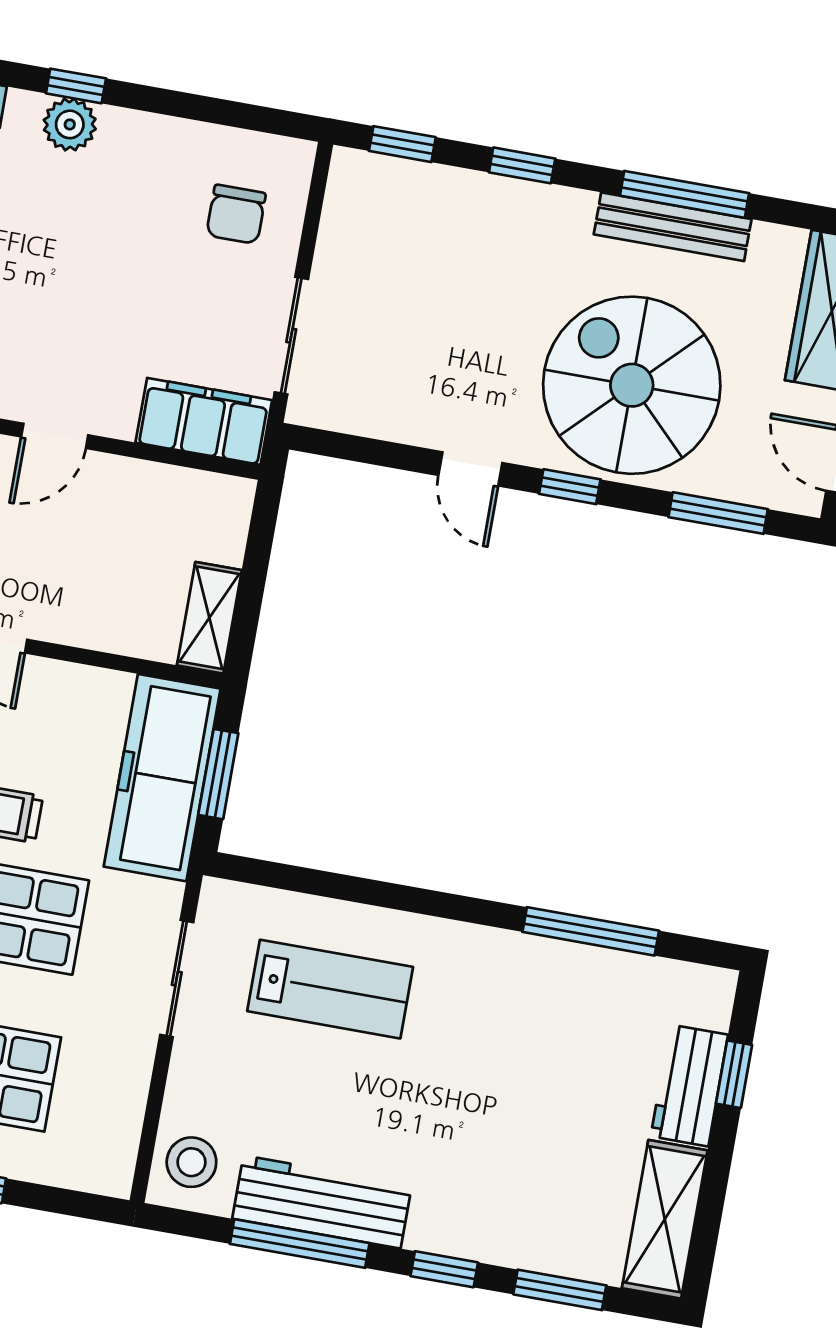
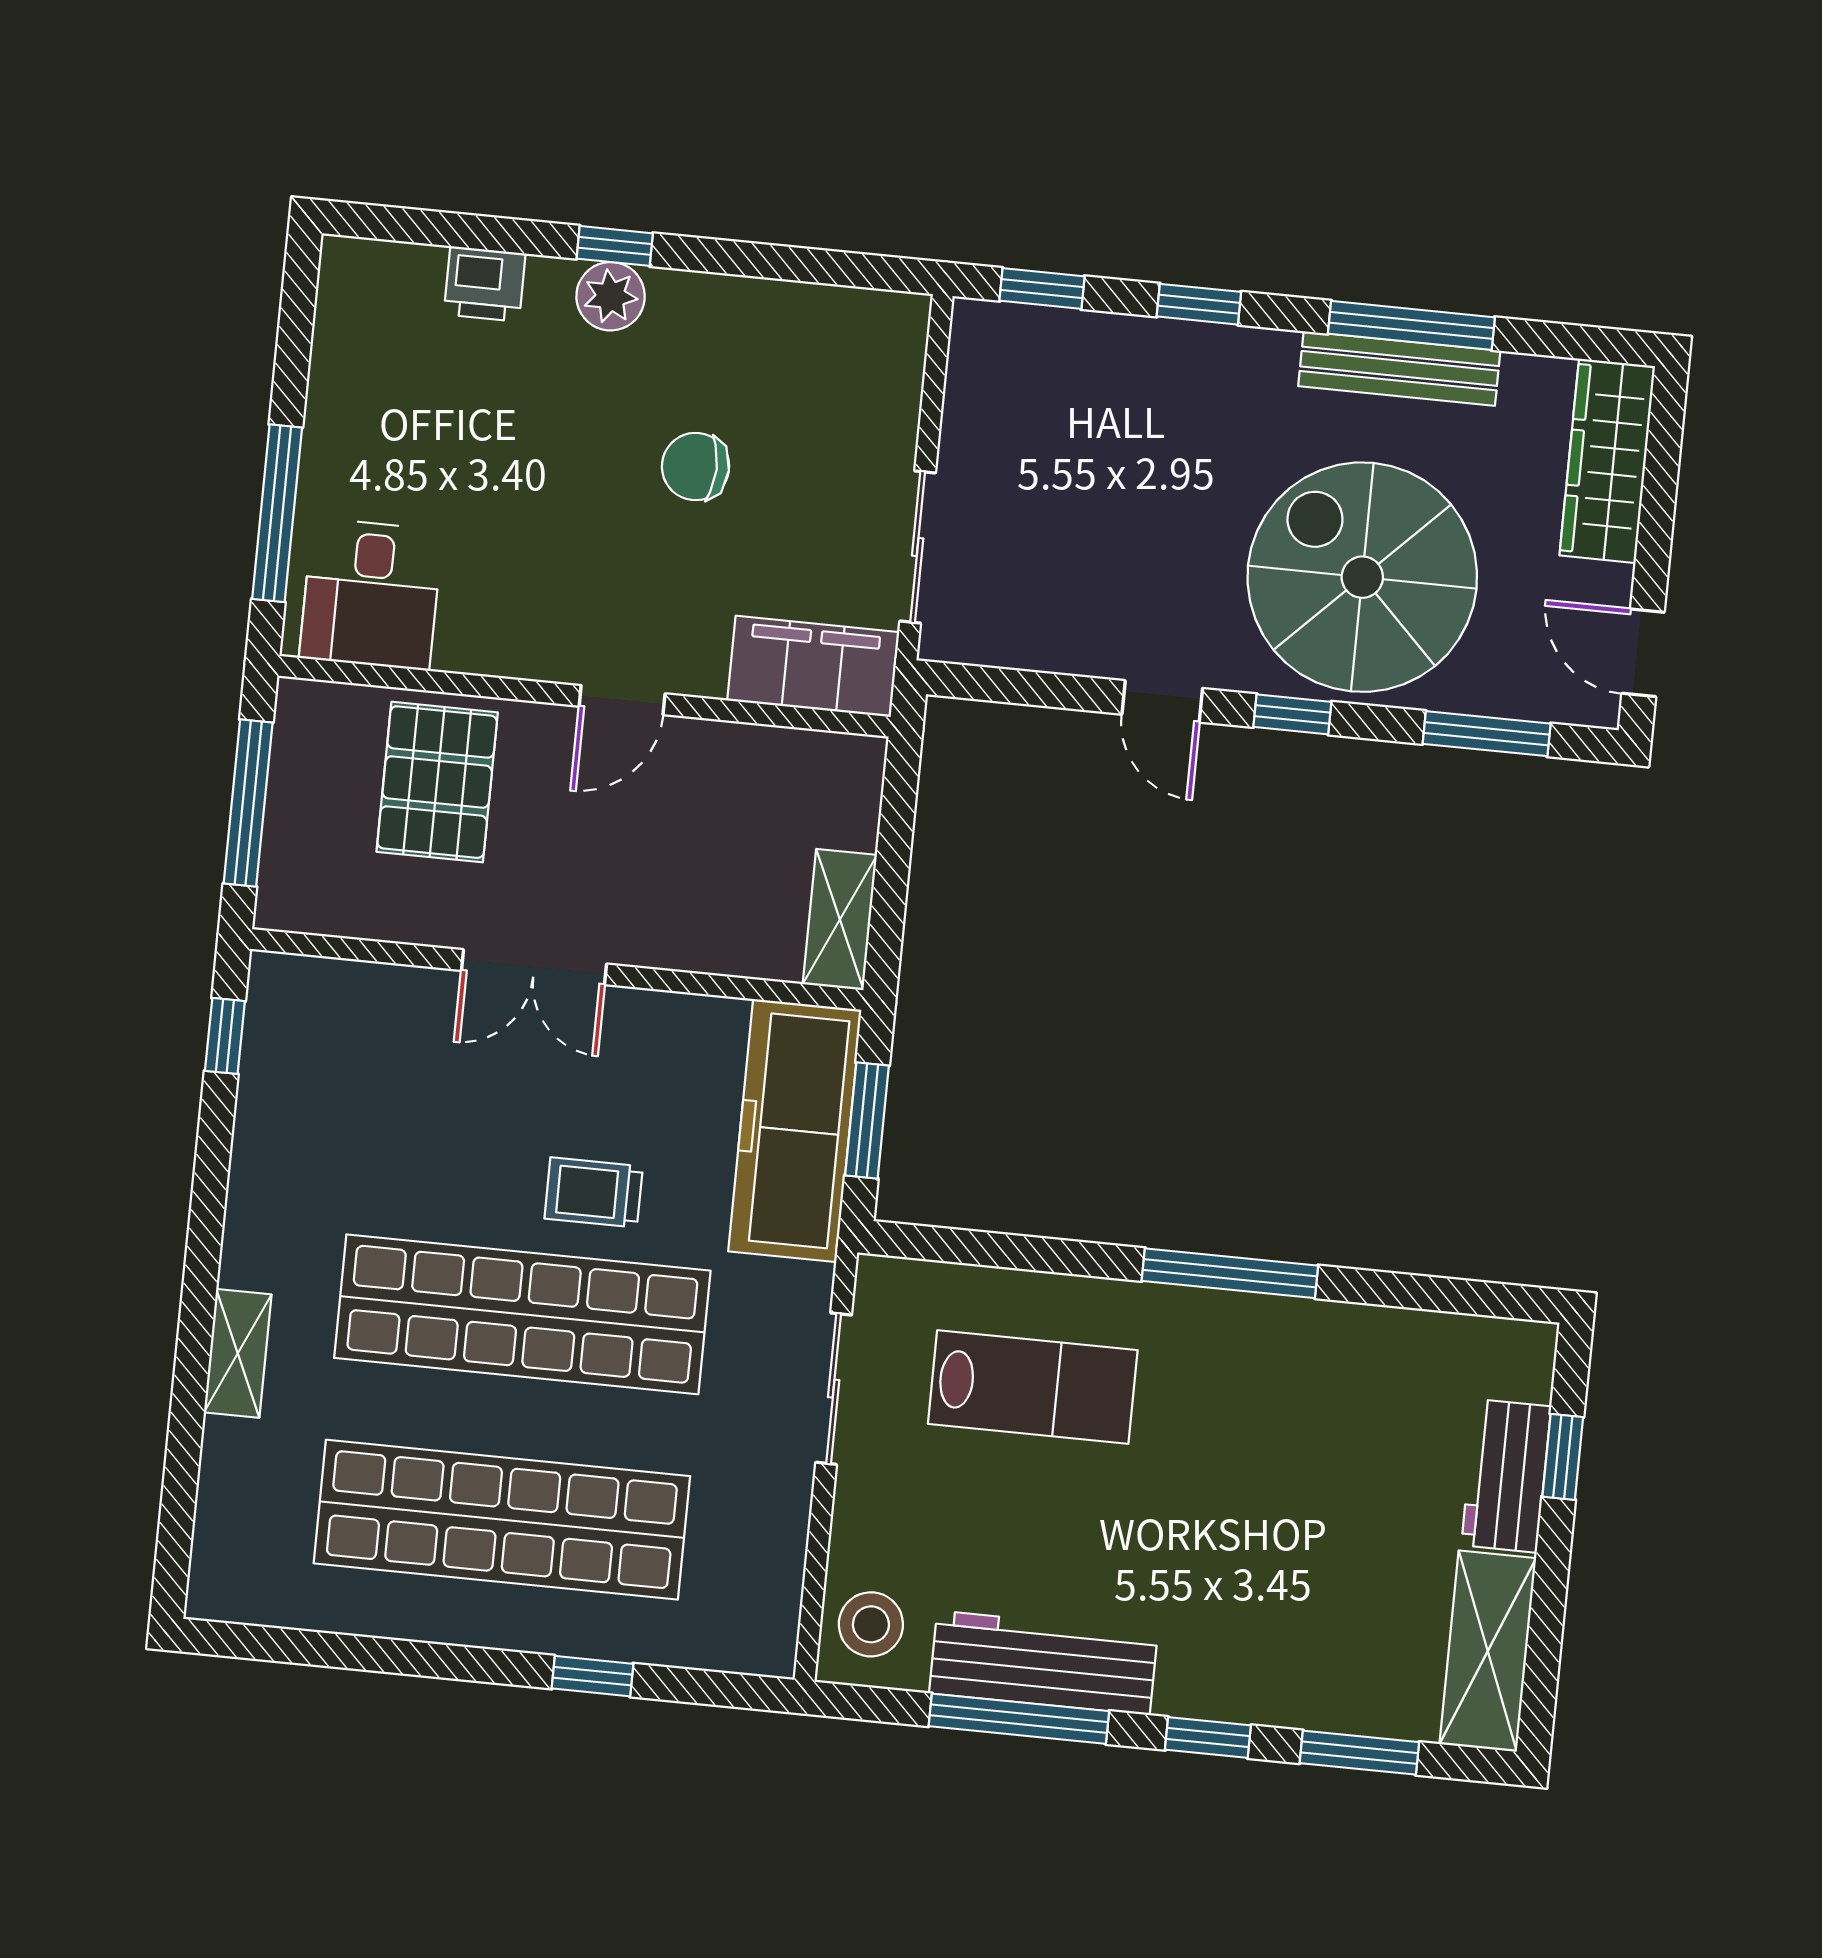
chair: (236, 214) -> (696, 467), moved, turned 91
window: (591, 931) -> (1230, 1273), moved

